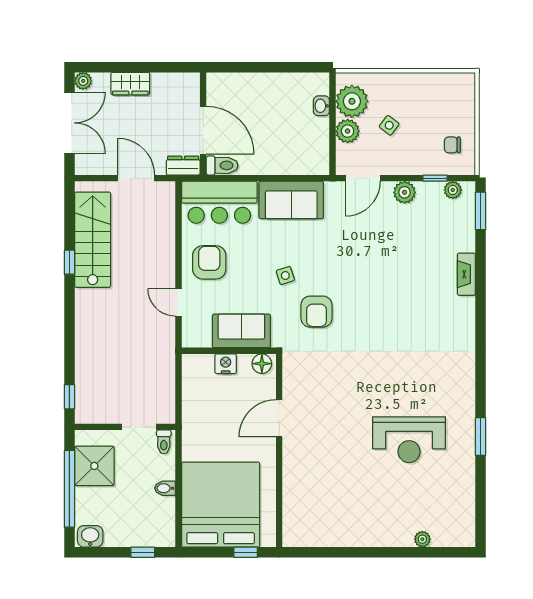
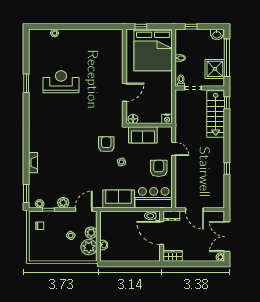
wardrobe: (130, 84) -> (173, 256), moved
stairs: (93, 240) -> (216, 114), moved
armchair: (209, 262) -> (159, 168), turned 180
nightstand: (226, 364) -> (167, 119), moved

